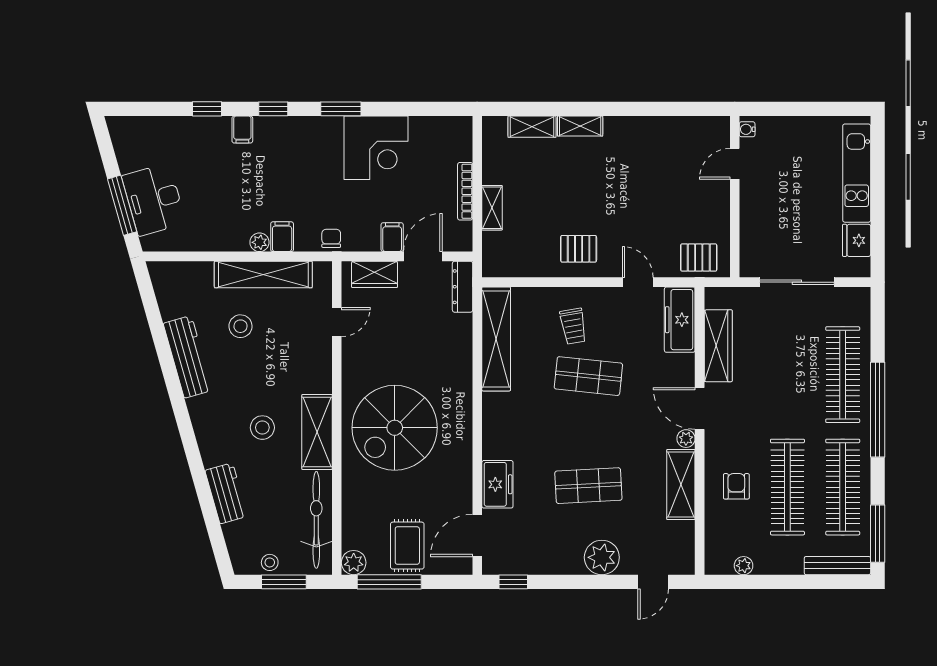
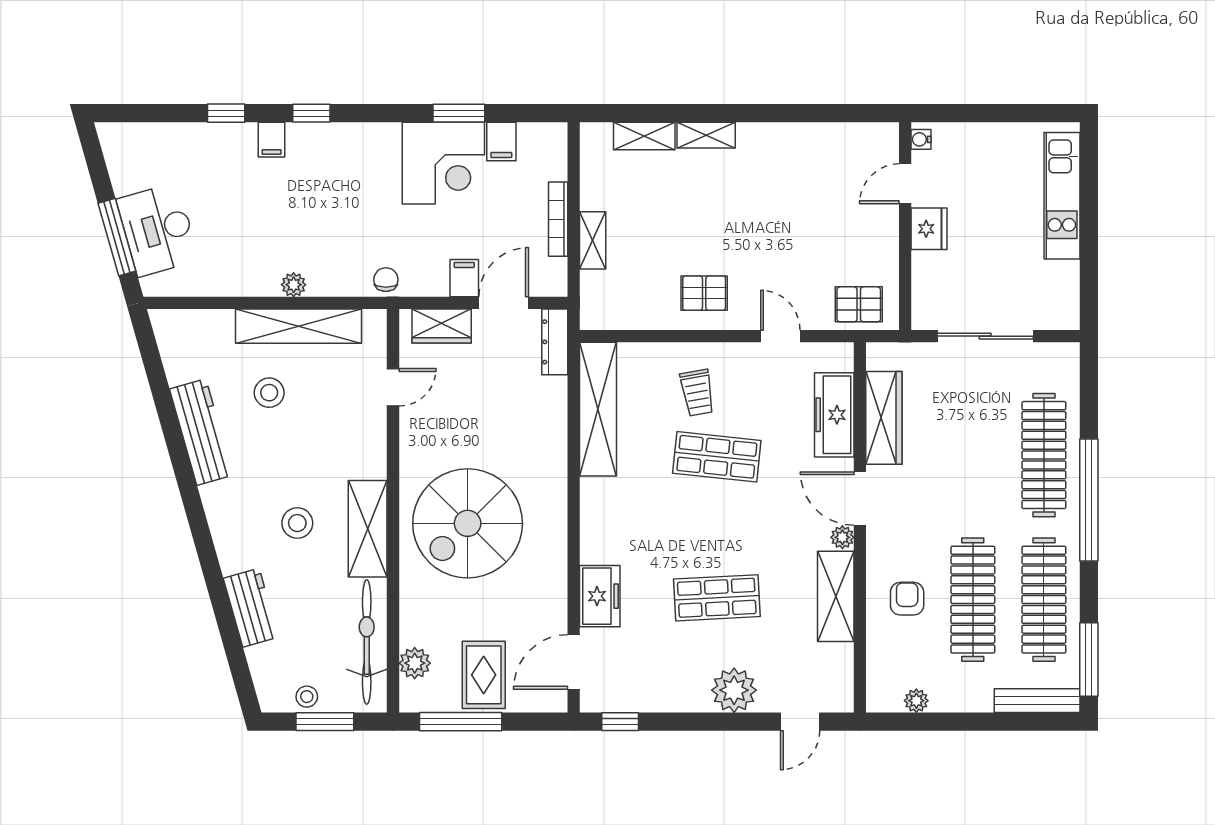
window: (341, 109) -> (459, 113), moved
filing cabinet: (282, 237) -> (501, 141), moved, turned 180
fridge: (857, 240) -> (929, 229), moved, turned 180
freezer: (680, 320) -> (834, 415), moved
plant: (354, 563) -> (415, 663), moved

